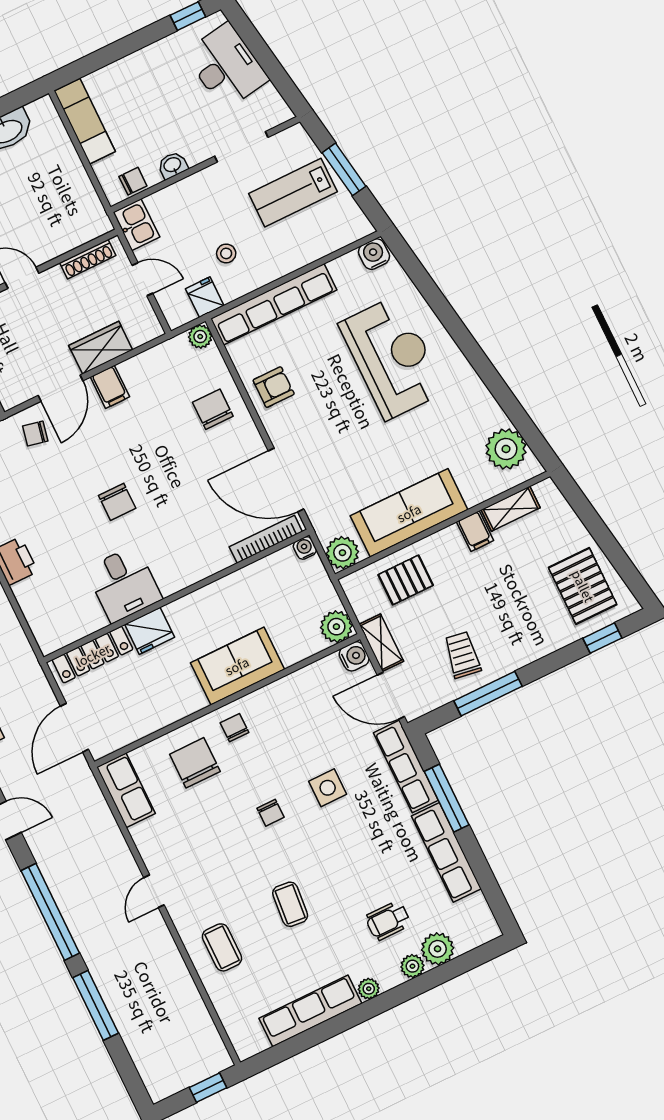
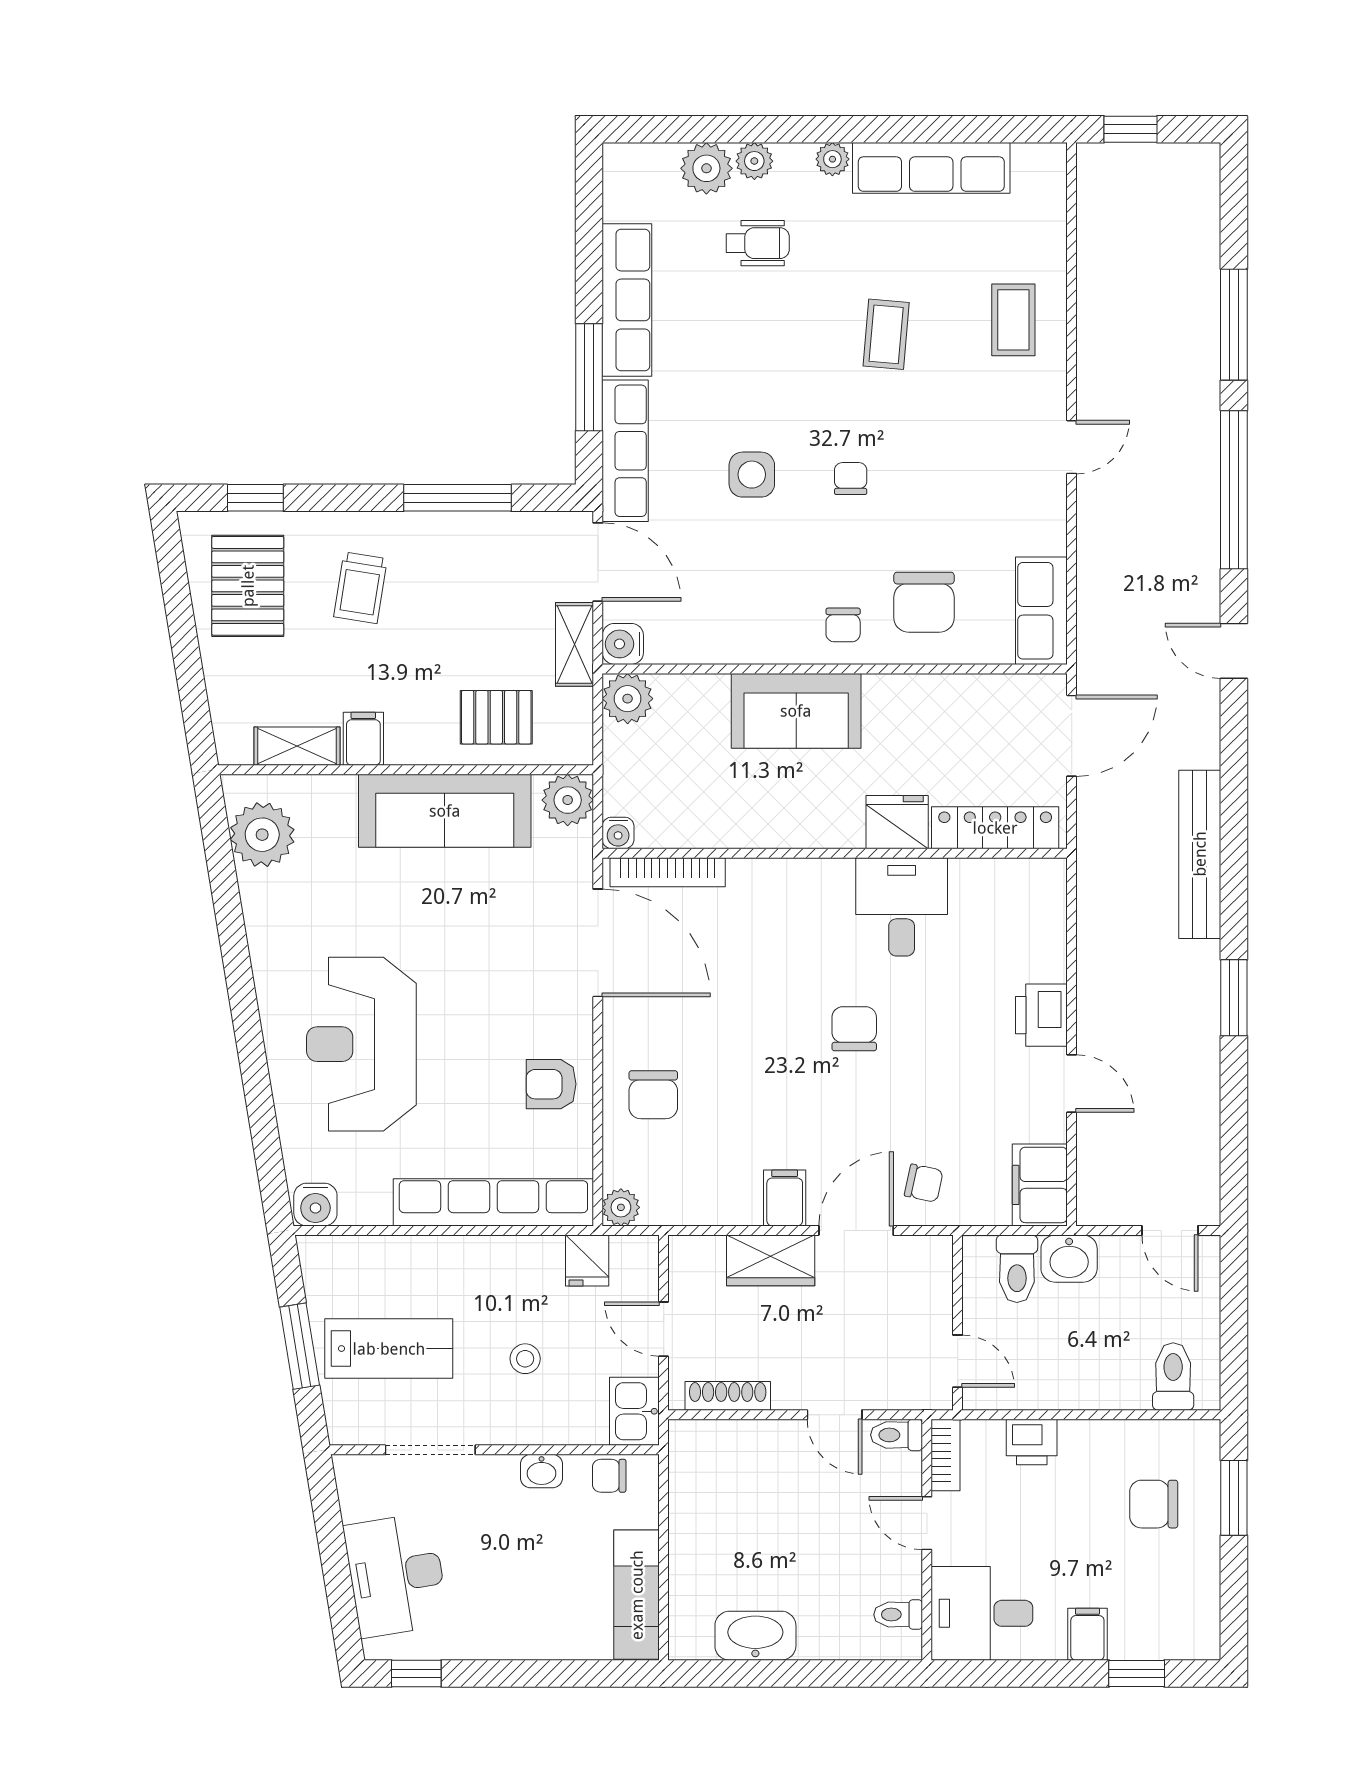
stool: (226, 253) -> (525, 1359), moved
trolley: (462, 655) -> (360, 588), moved

